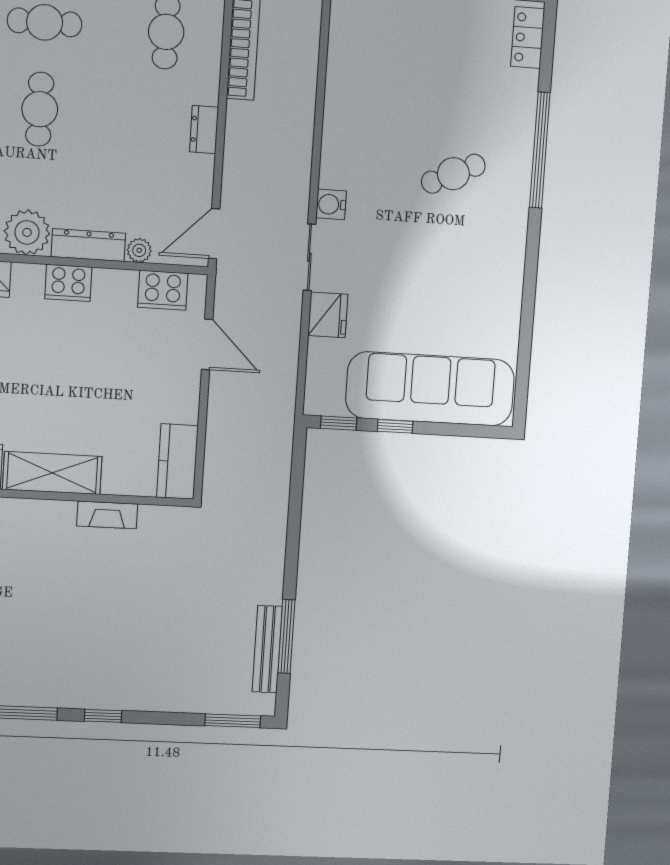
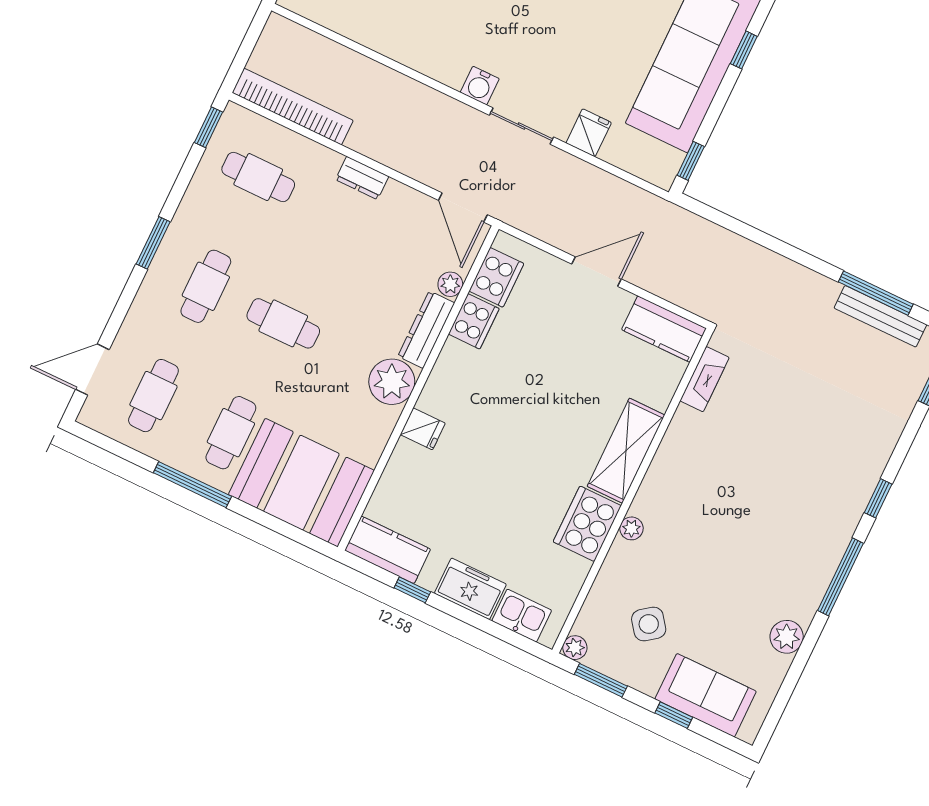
cooker: (68, 283) -> (474, 321), moved
fridge: (328, 315) -> (589, 133), width x0.72
door: (207, 344) -> (596, 272), moved
window: (395, 426) -> (744, 50), moved
fireplace: (107, 515) -> (705, 379), moved

